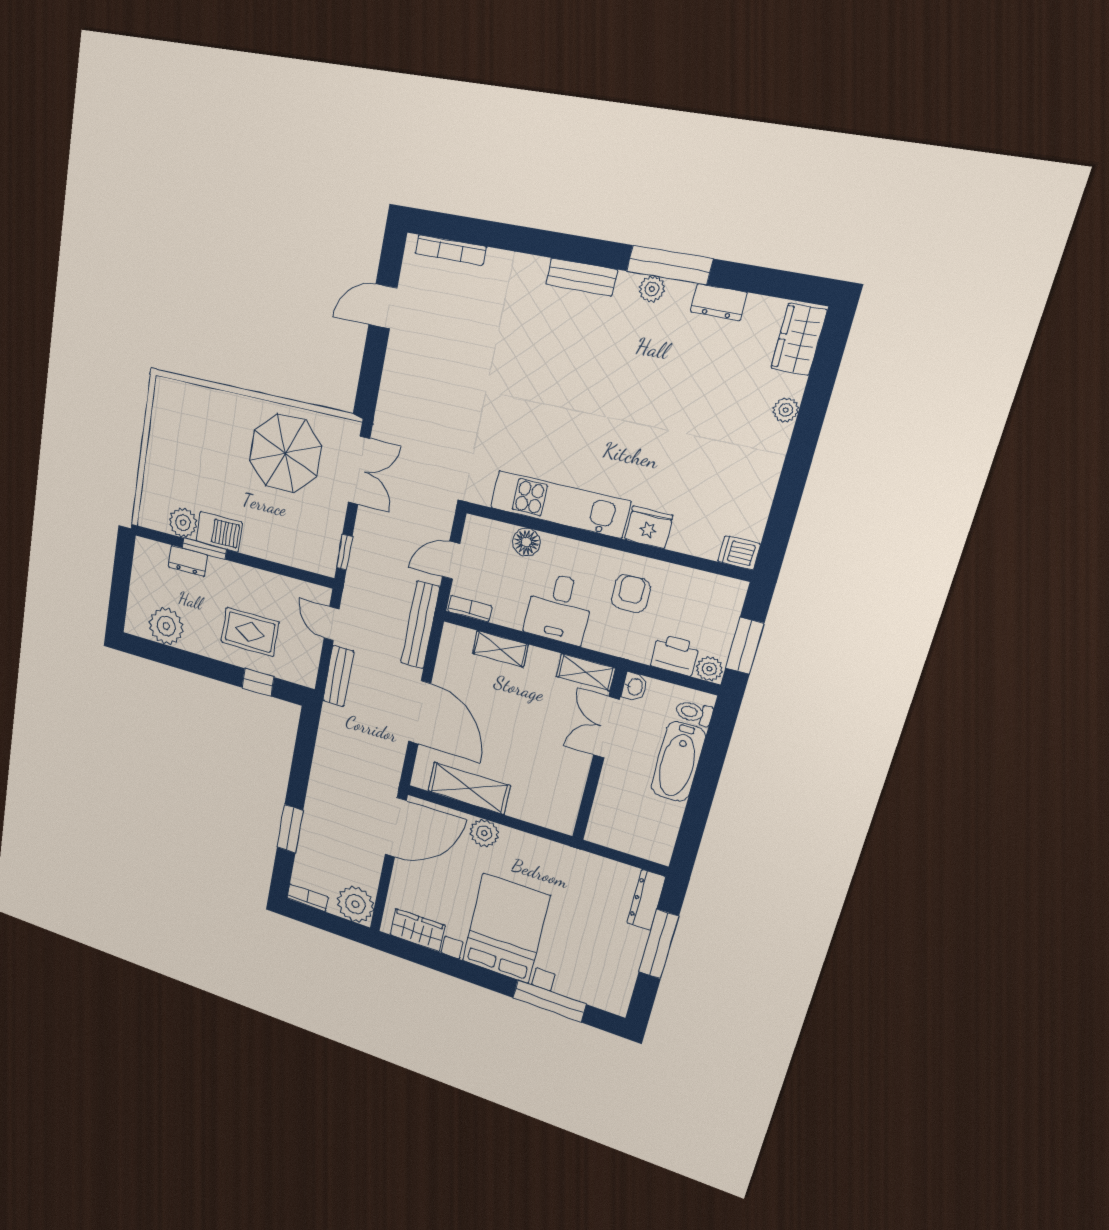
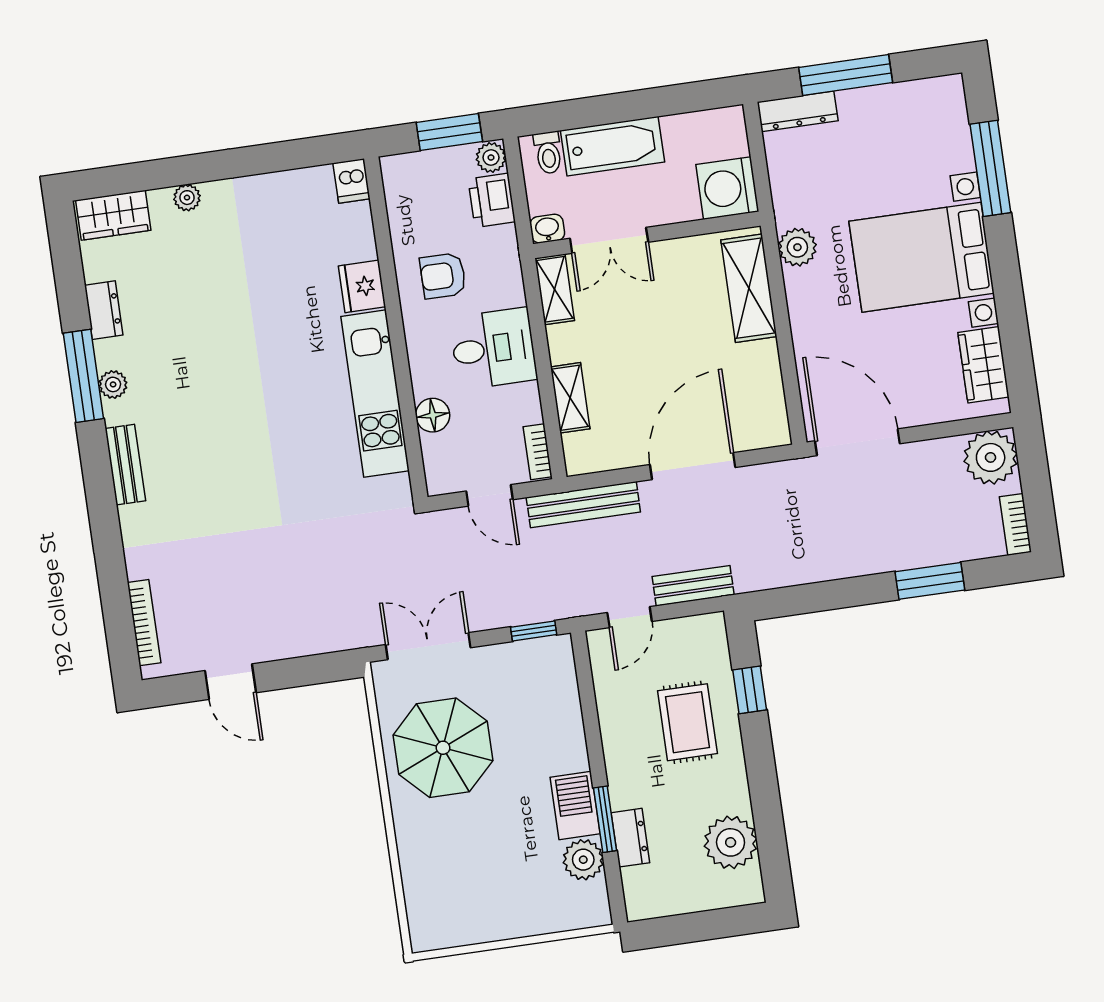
shelving: (469, 788) -> (749, 288), moved
washing machine: (610, 827) -> (727, 188), added
plant: (484, 833) -> (797, 247), moved

